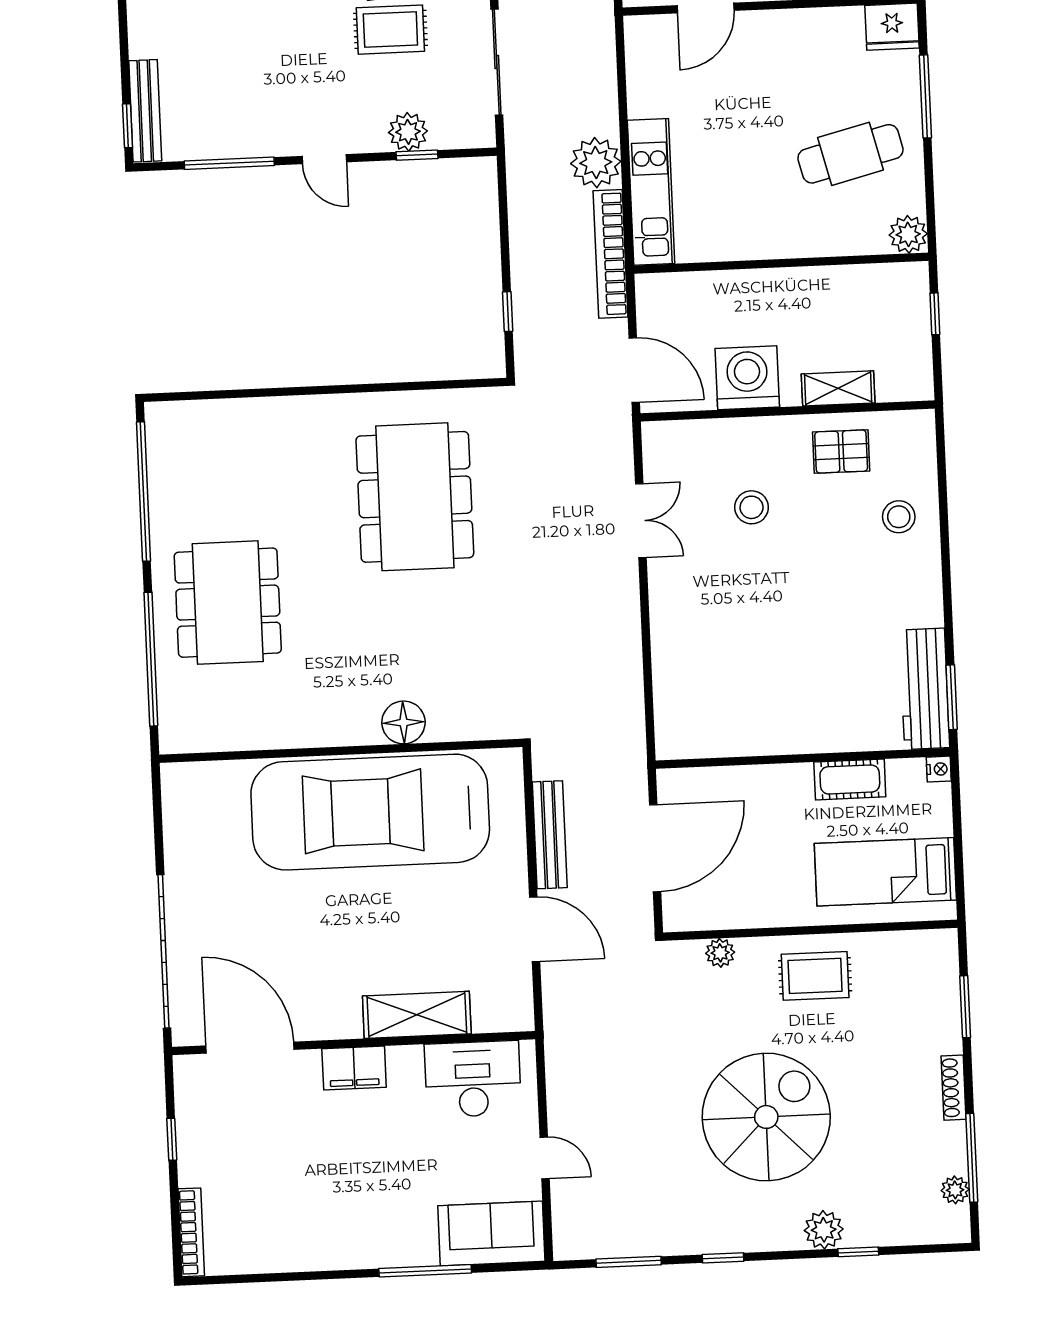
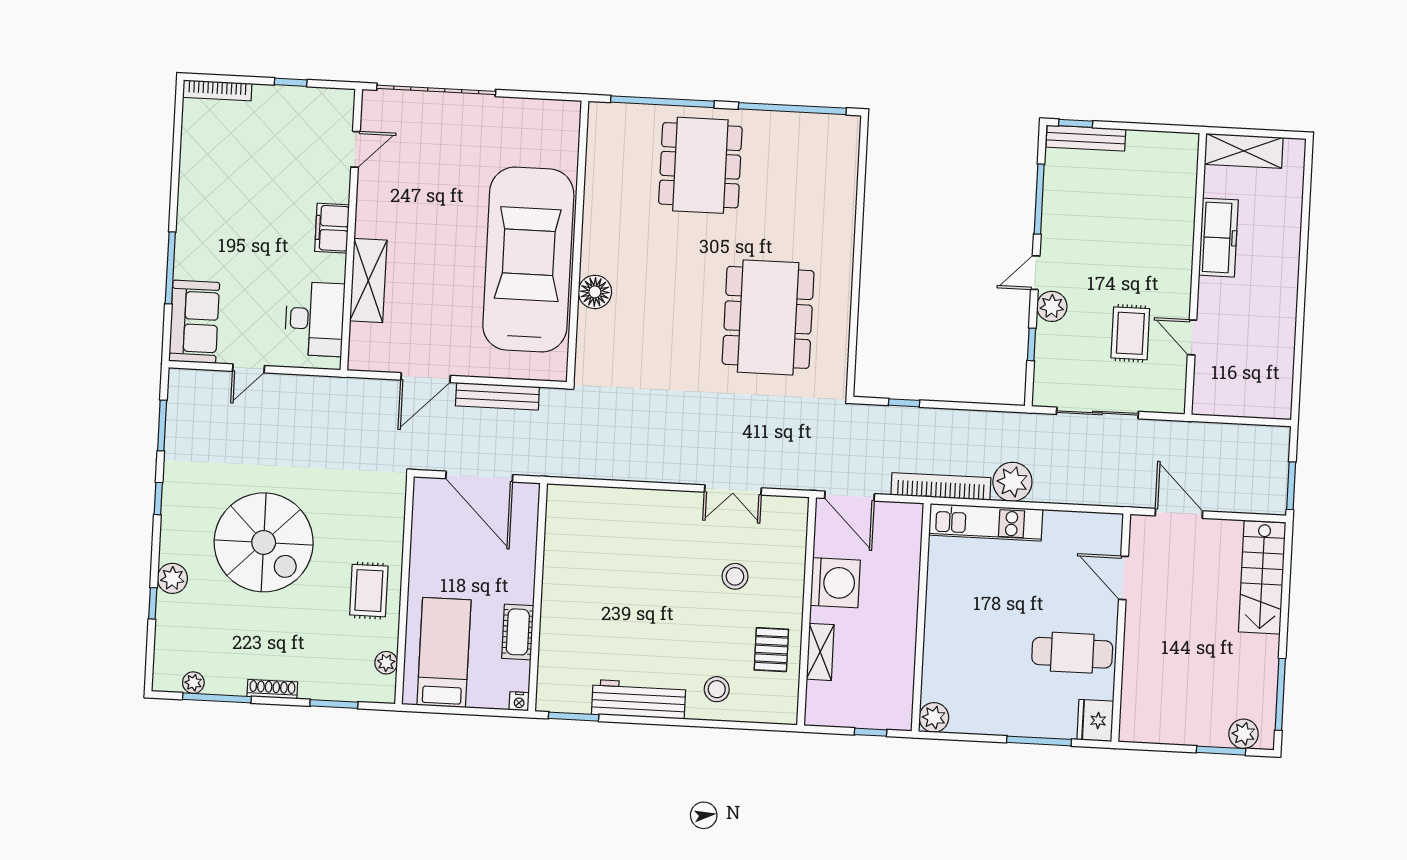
plant: (408, 132) -> (1052, 306), moved
cafe table: (850, 154) -> (1072, 653), moved, turned -76
door: (634, 370) -> (850, 496), hinge flipped
dining table: (415, 497) -> (768, 317), turned 90
dining table: (228, 603) -> (700, 165), turned 90
workbench: (925, 689) -> (639, 699), moved
plant: (720, 953) -> (386, 663), moved
door: (250, 1048) -> (355, 149), width x0.53

